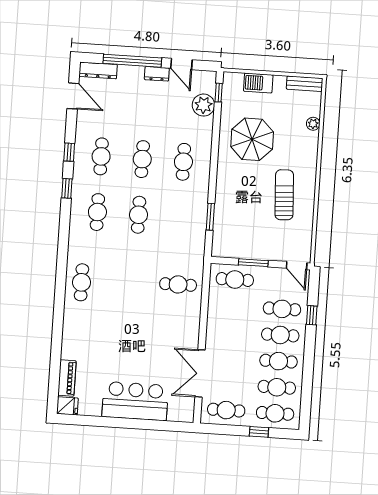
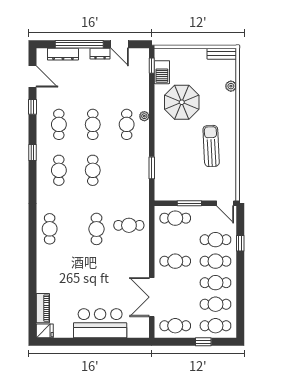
dresser: (98, 70) -> (63, 54), moved
barbecue: (258, 83) -> (162, 72), moved, turned -90
plant: (204, 105) -> (144, 116), moved, width x0.53, depth x0.53
window: (69, 152) -> (32, 107), moved
cafe table: (138, 286) -> (97, 229), added
cafe table: (231, 332) -> (175, 261), added

